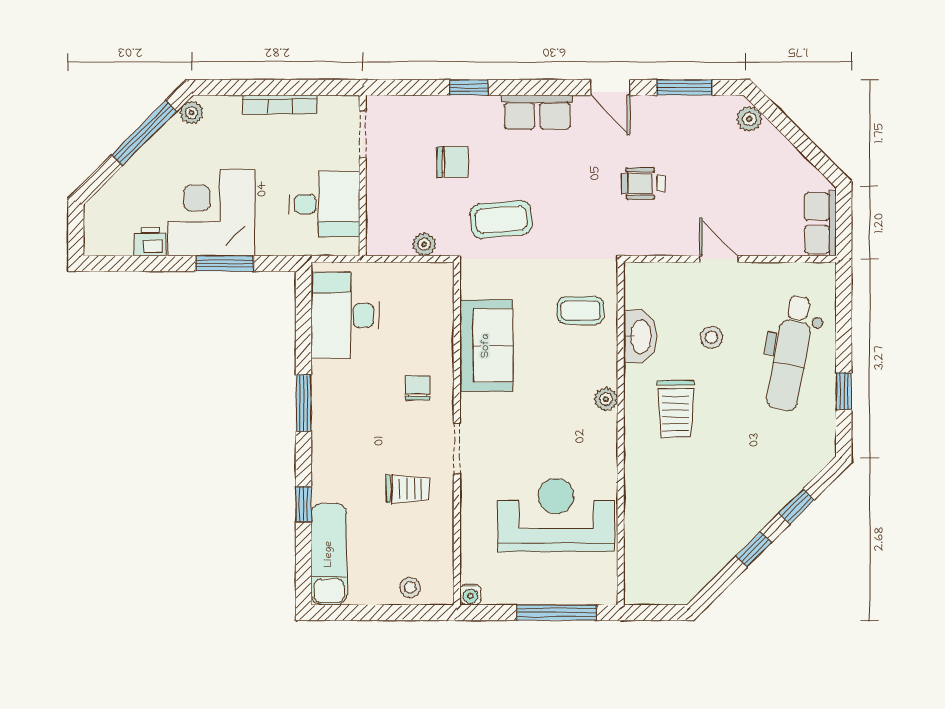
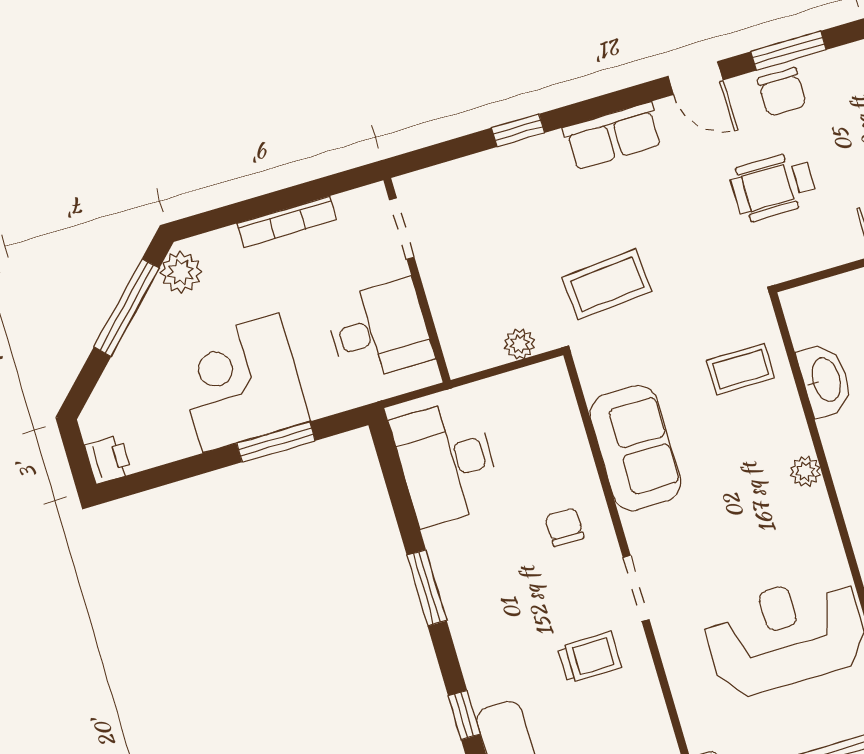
plant: (191, 113) -> (181, 272), width x1.38, depth x1.38
chair: (452, 162) -> (782, 92), moved, turned 90
wheelchair: (644, 183) -> (773, 186), width x1.36, depth x1.37
printer: (150, 242) -> (108, 459), moved, turned 90

